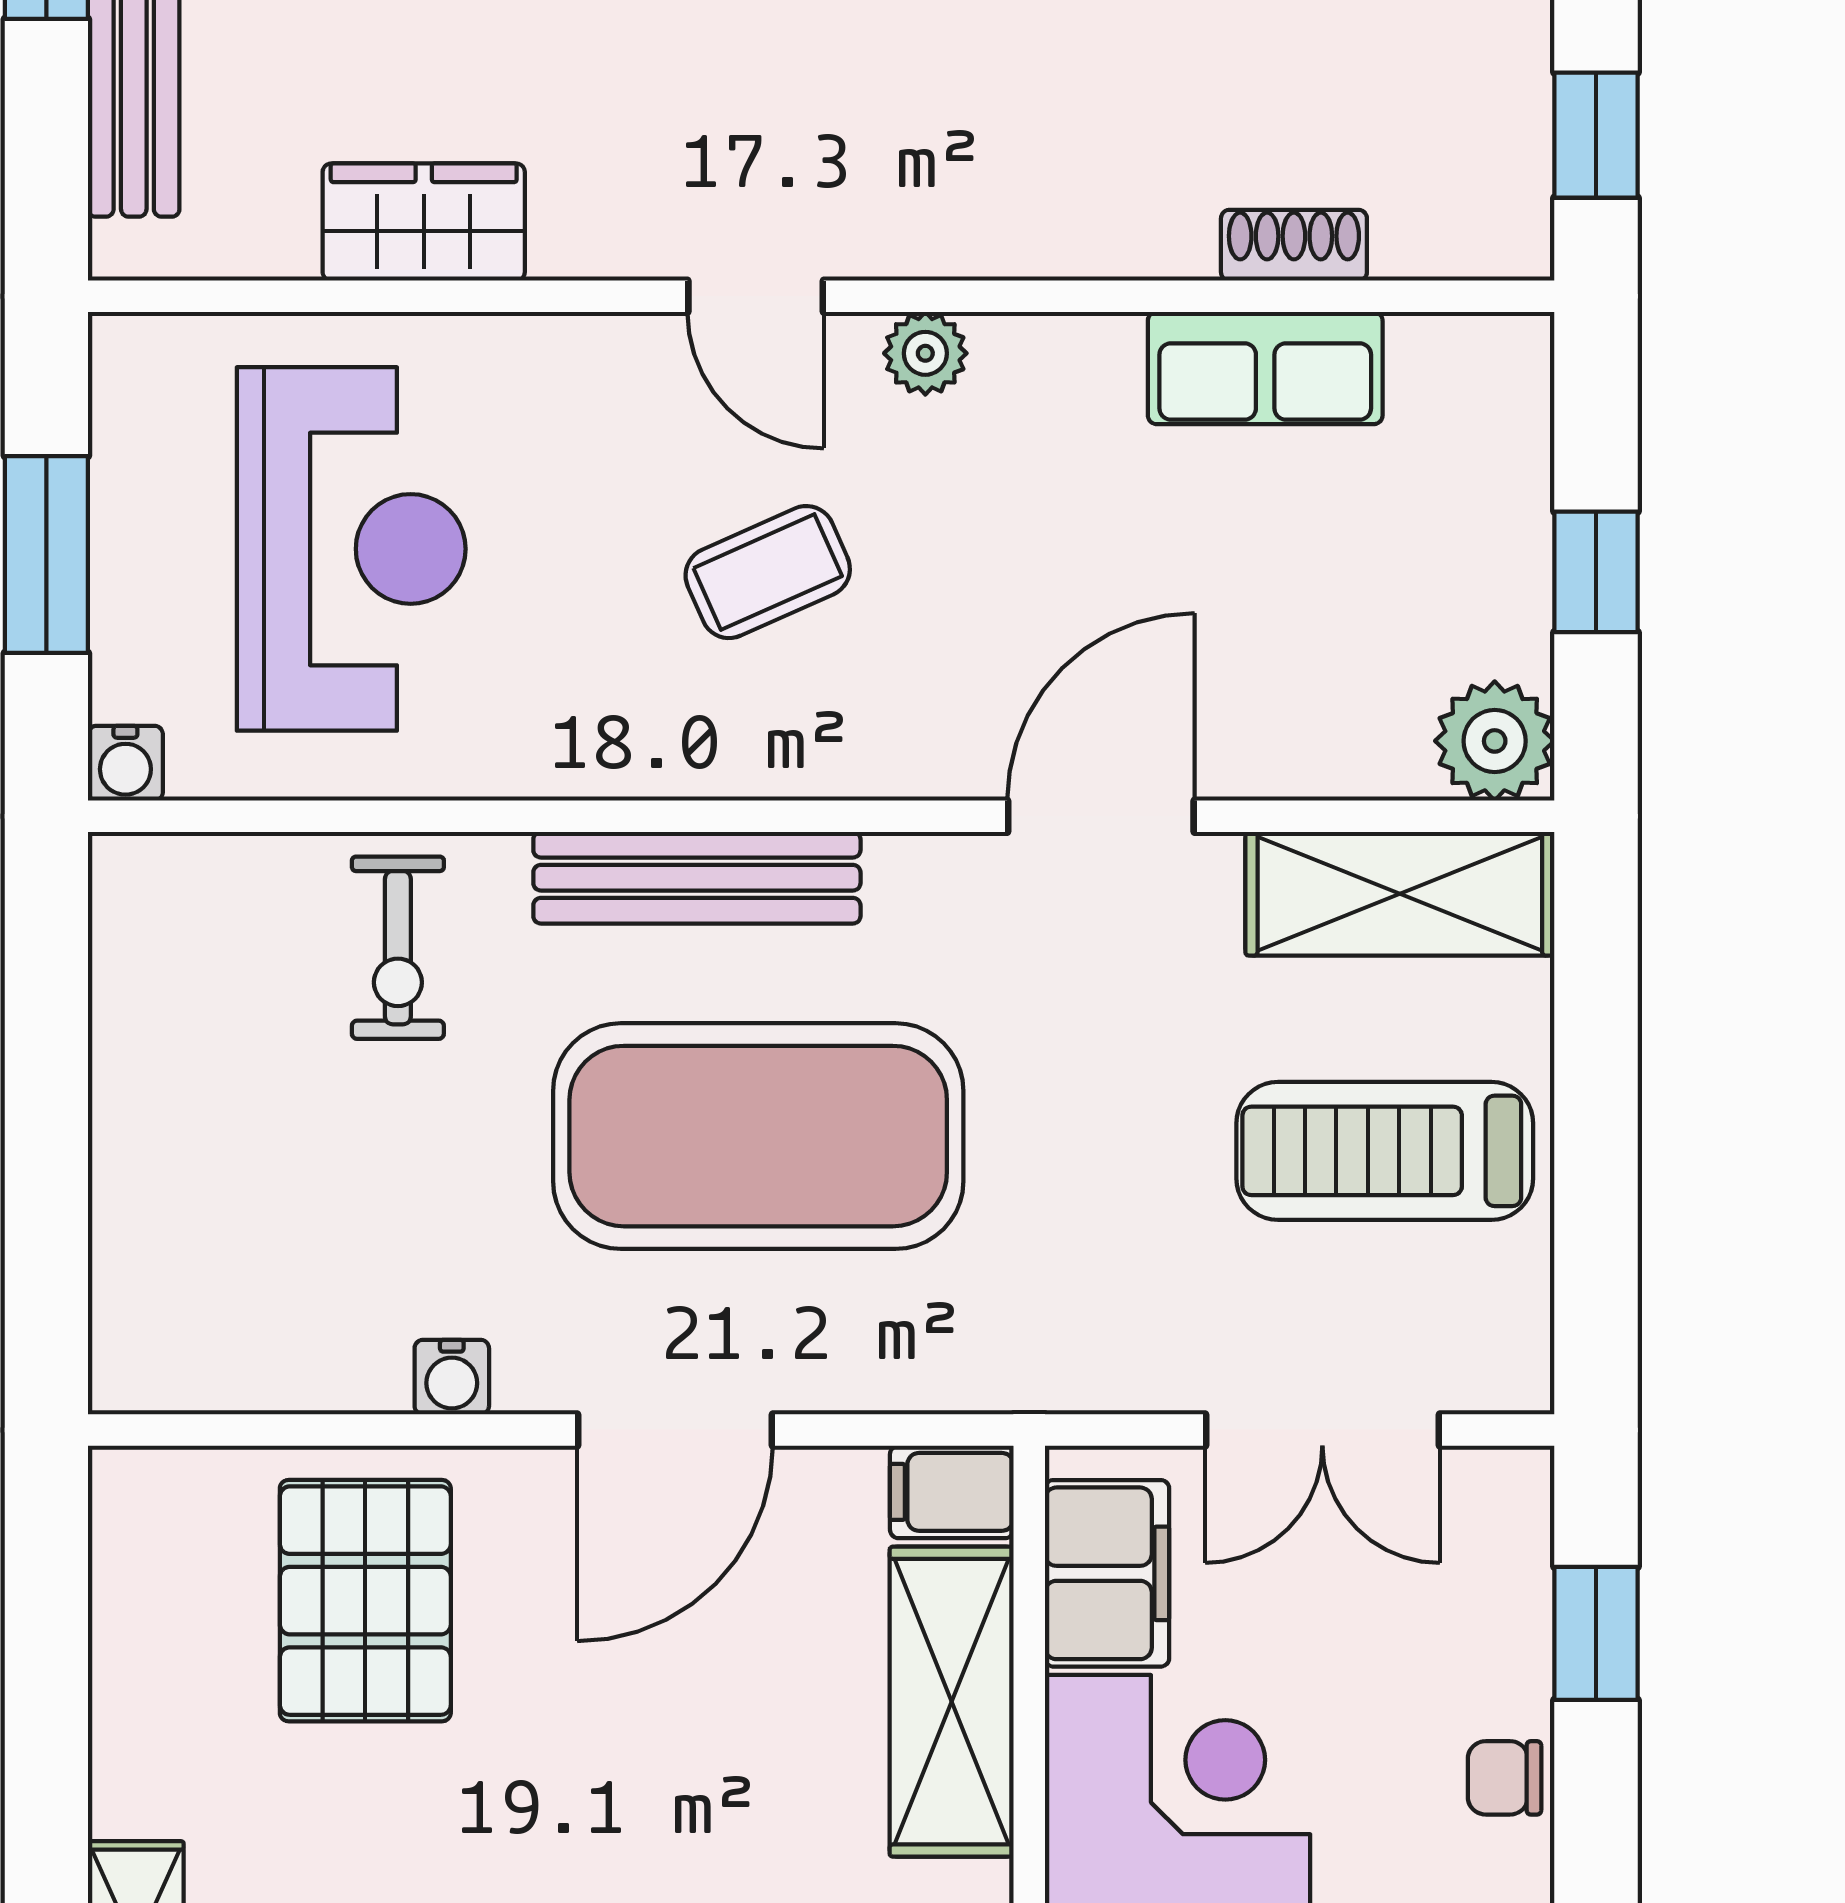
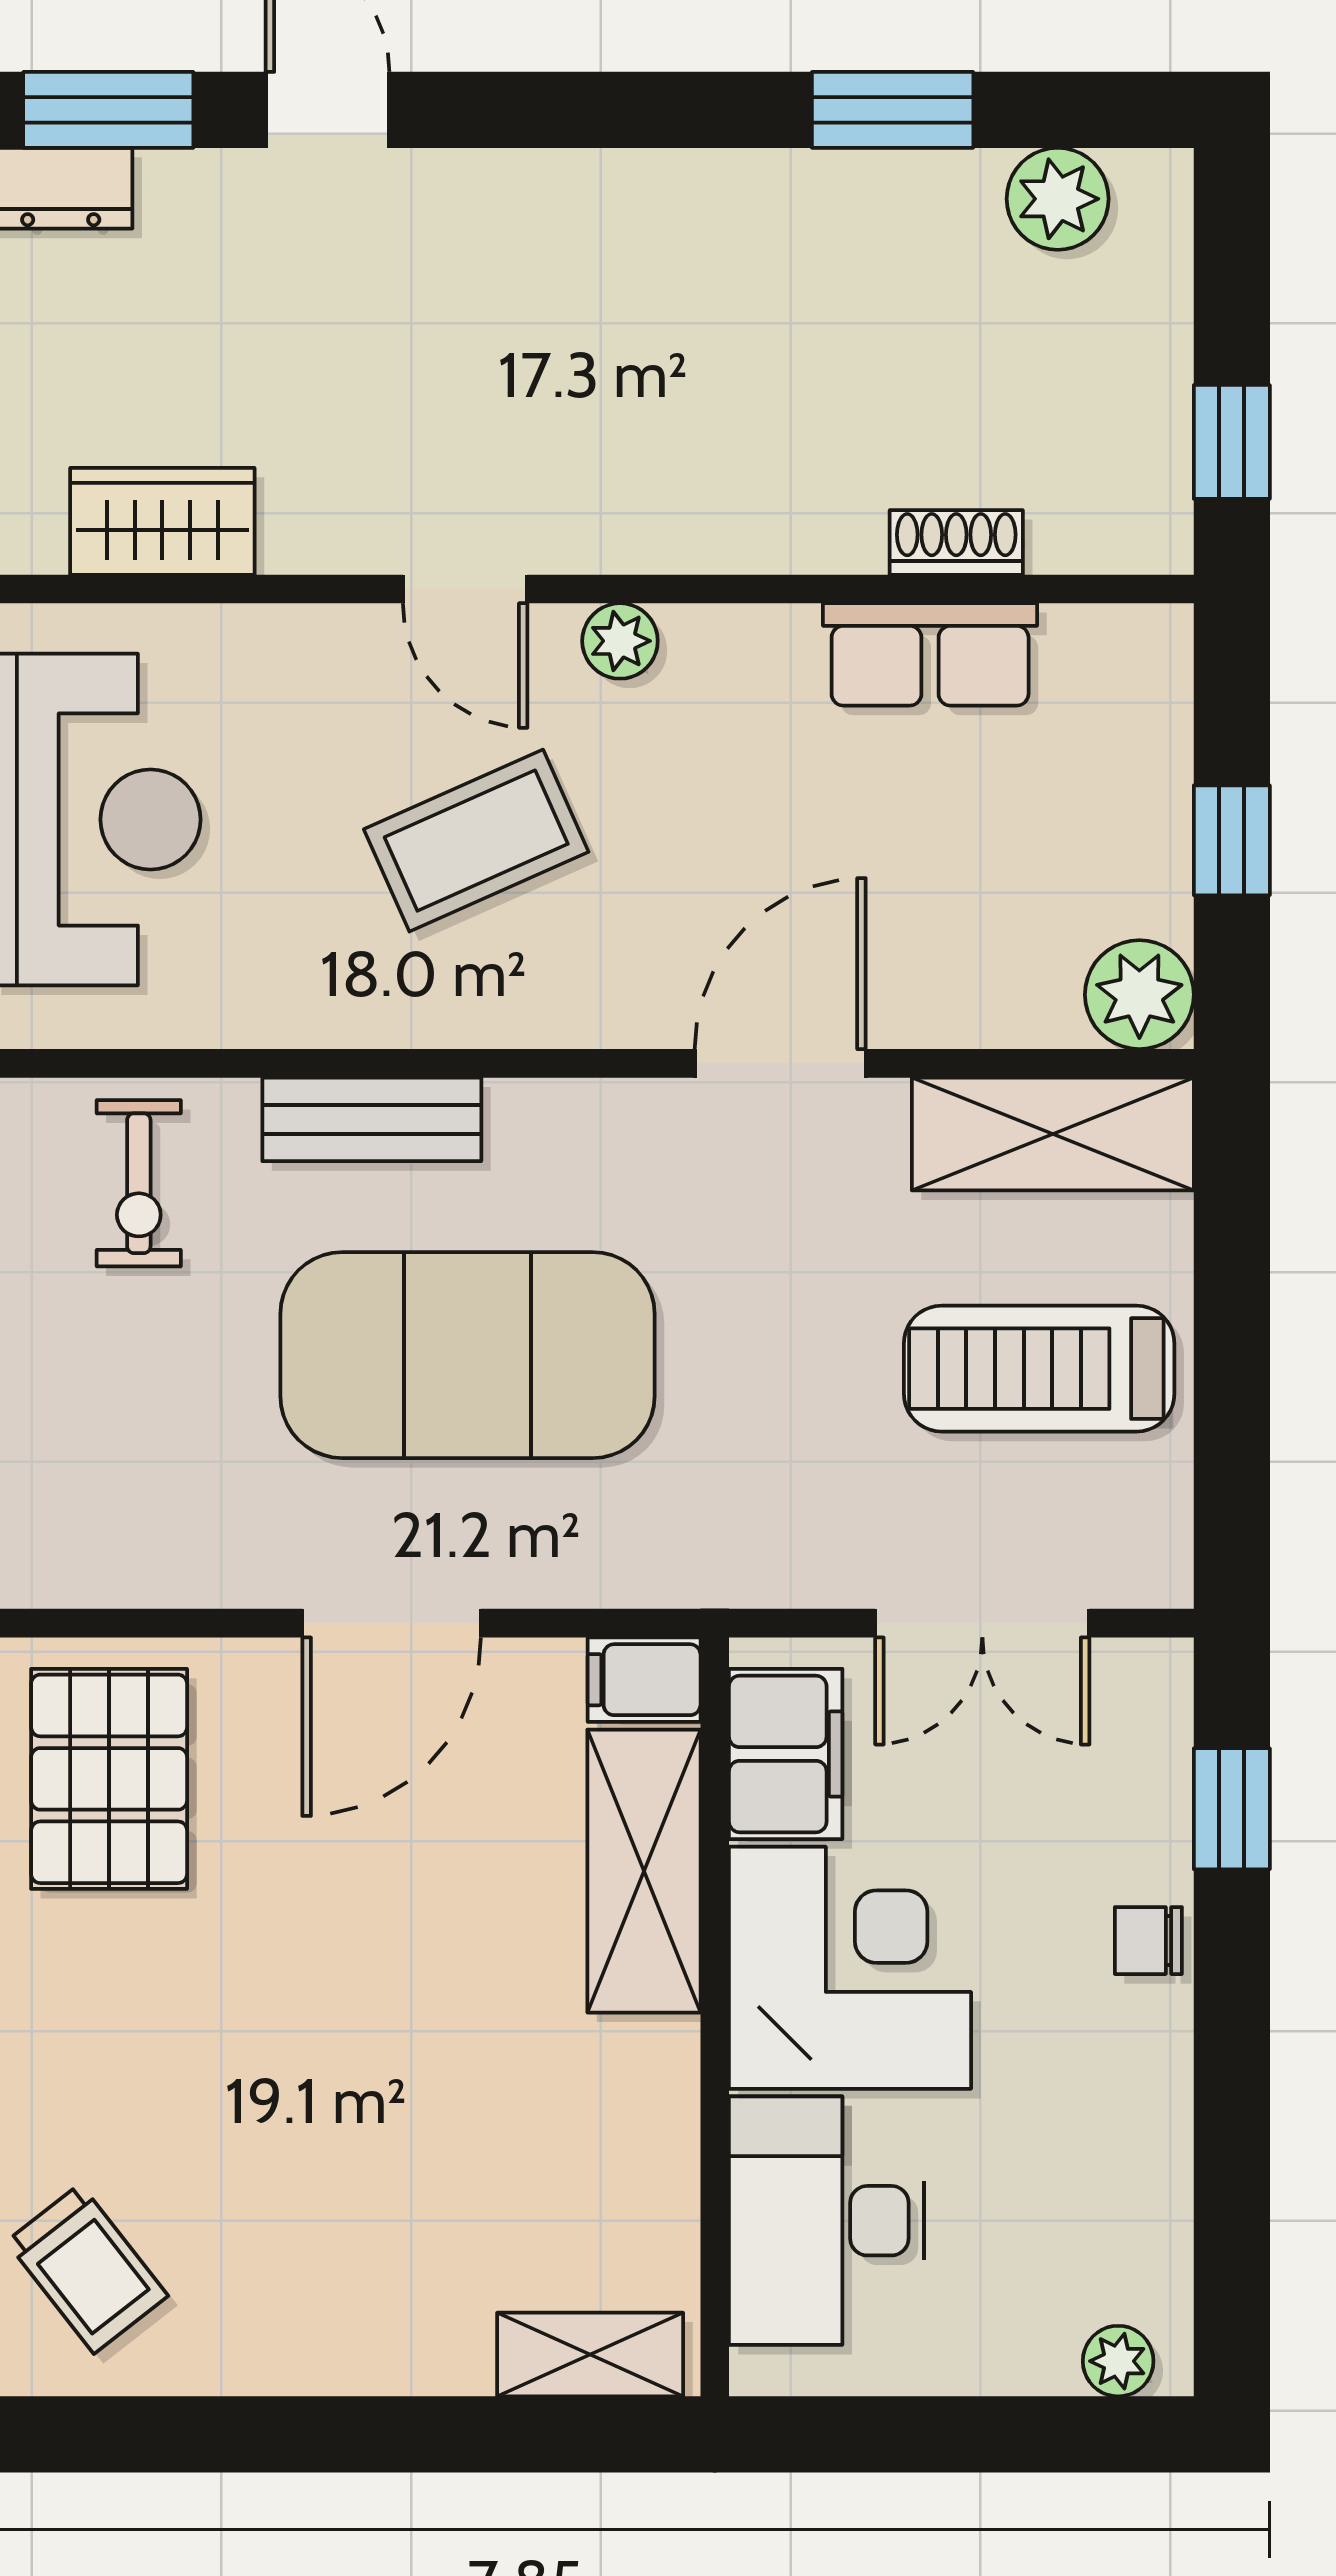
coffee table: (768, 572) -> (476, 841), width x1.36, depth x1.30
bench: (697, 878) -> (372, 1119), width x0.73
water cooler: (452, 1377) -> (188, 1575), removed

